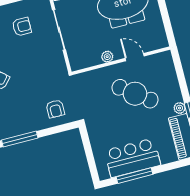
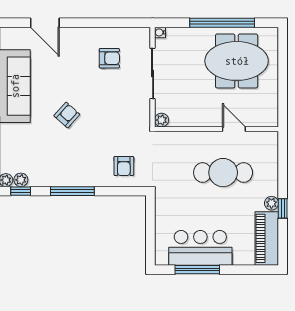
plant: (107, 57) -> (162, 120), moved
cafe table: (135, 94) -> (223, 173), turned -37

